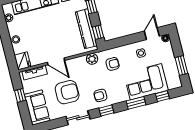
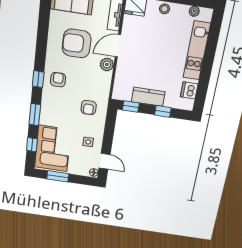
kitchen counter: (86, 29) -> (148, 97), width x0.67
plant: (92, 59) -> (107, 64), moved
corner sofa: (146, 82) -> (53, 149), moved
armchair: (67, 92) -> (77, 43), turned 90
sliding door: (78, 118) -> (42, 43), removed

